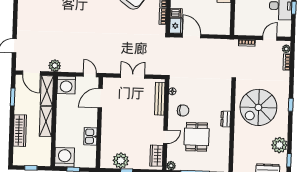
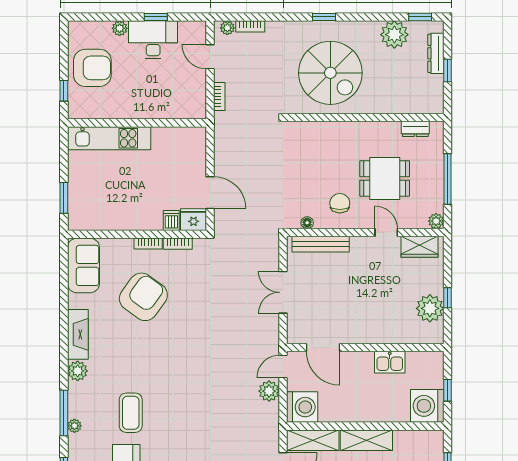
door: (192, 36) -> (210, 193), swing flipped
plant: (55, 66) -> (269, 391), moved
dresser: (226, 119) -> (415, 129), moved

